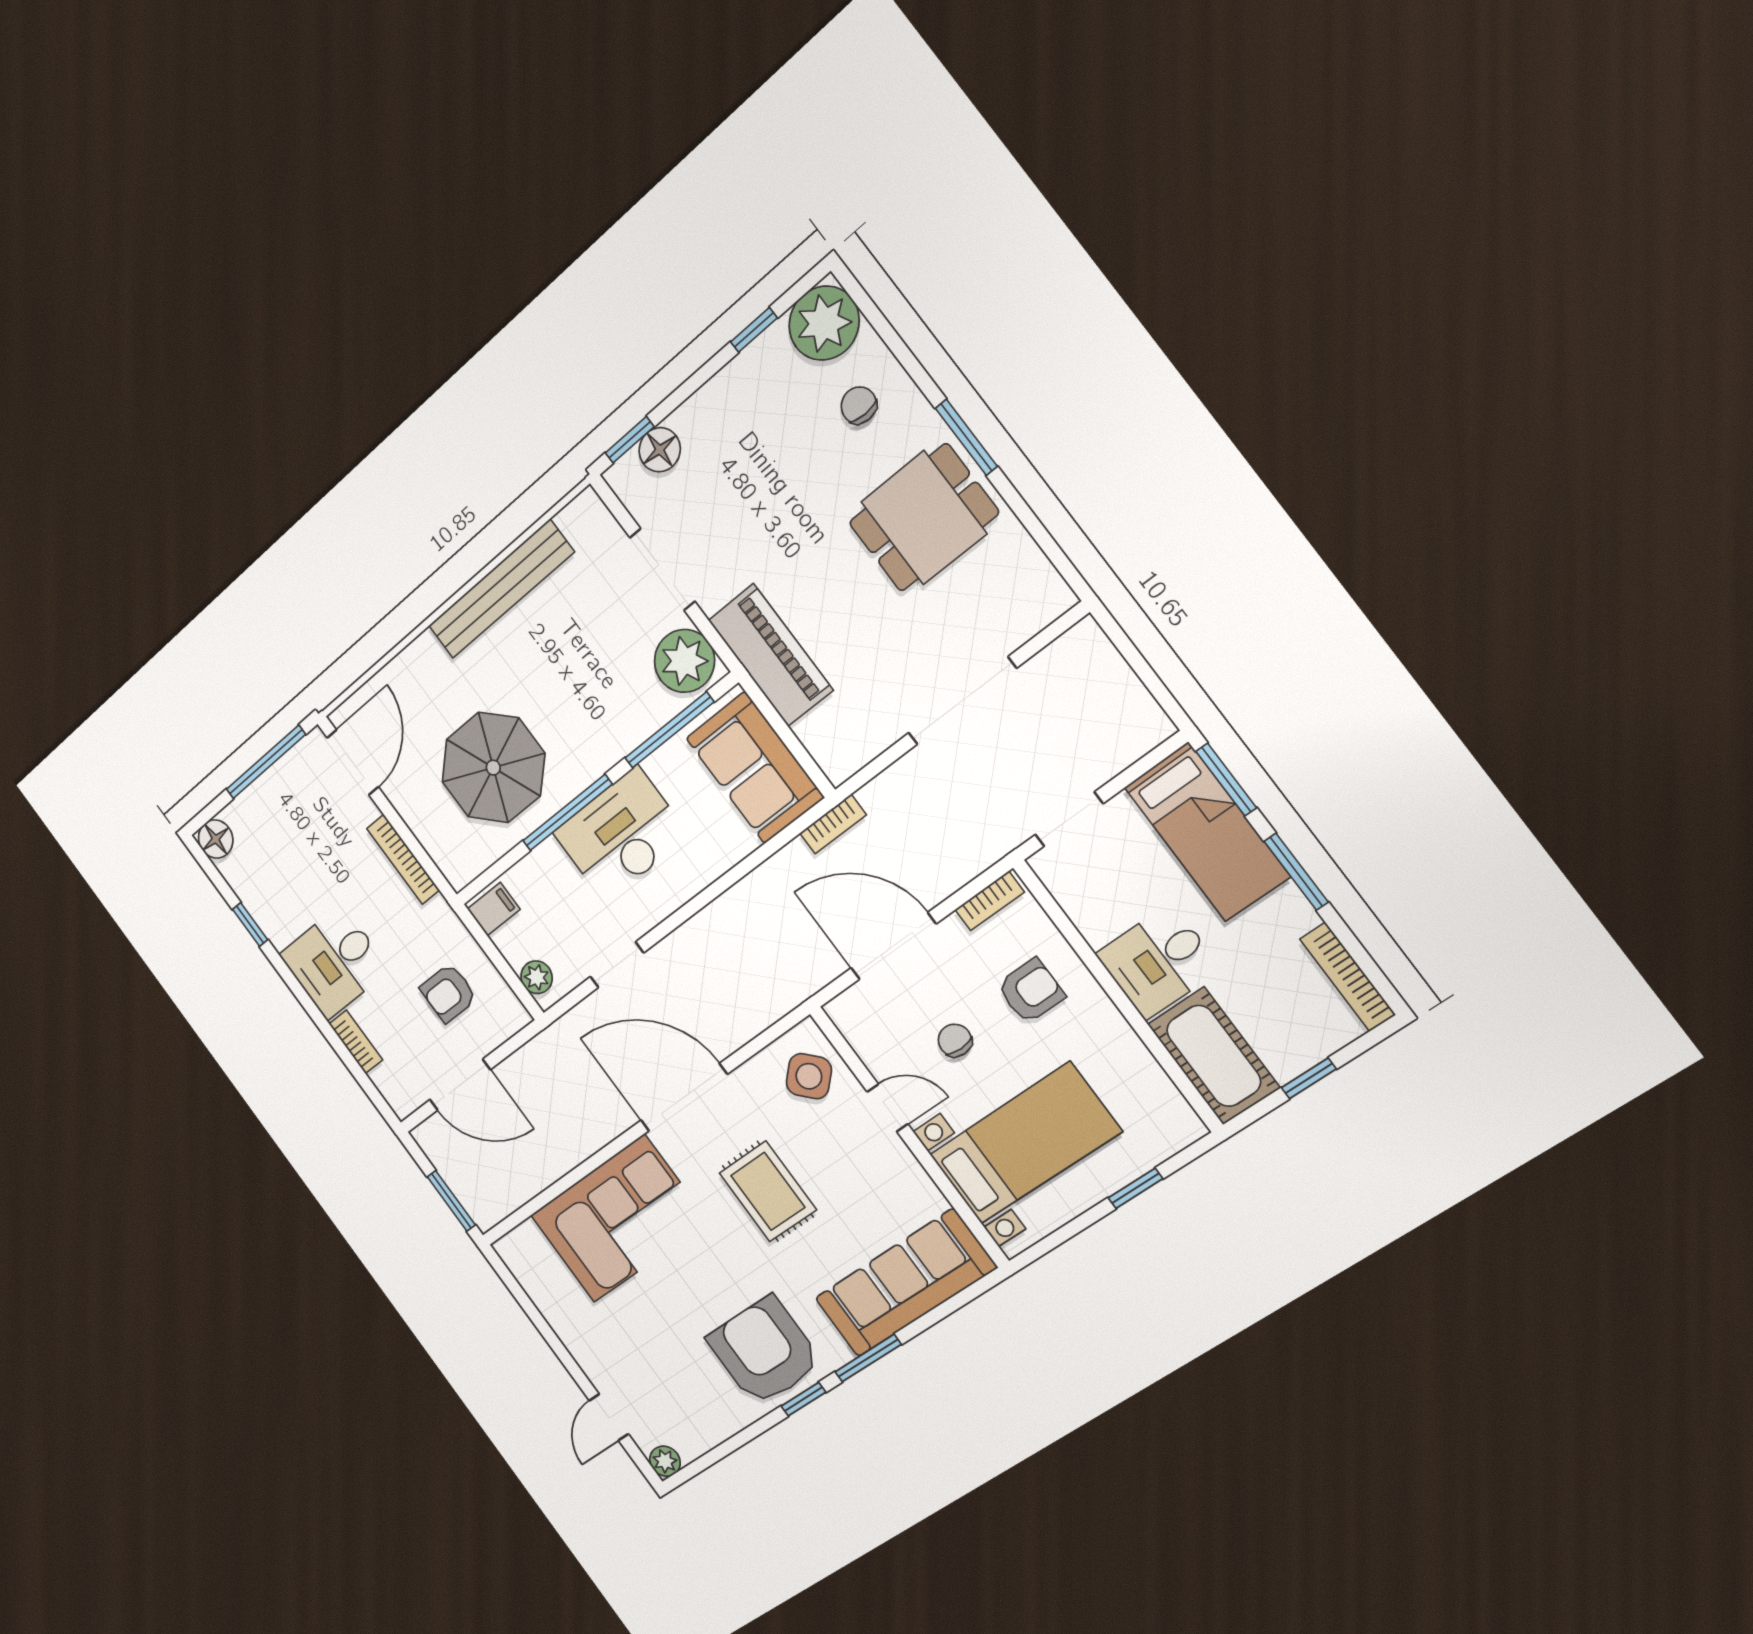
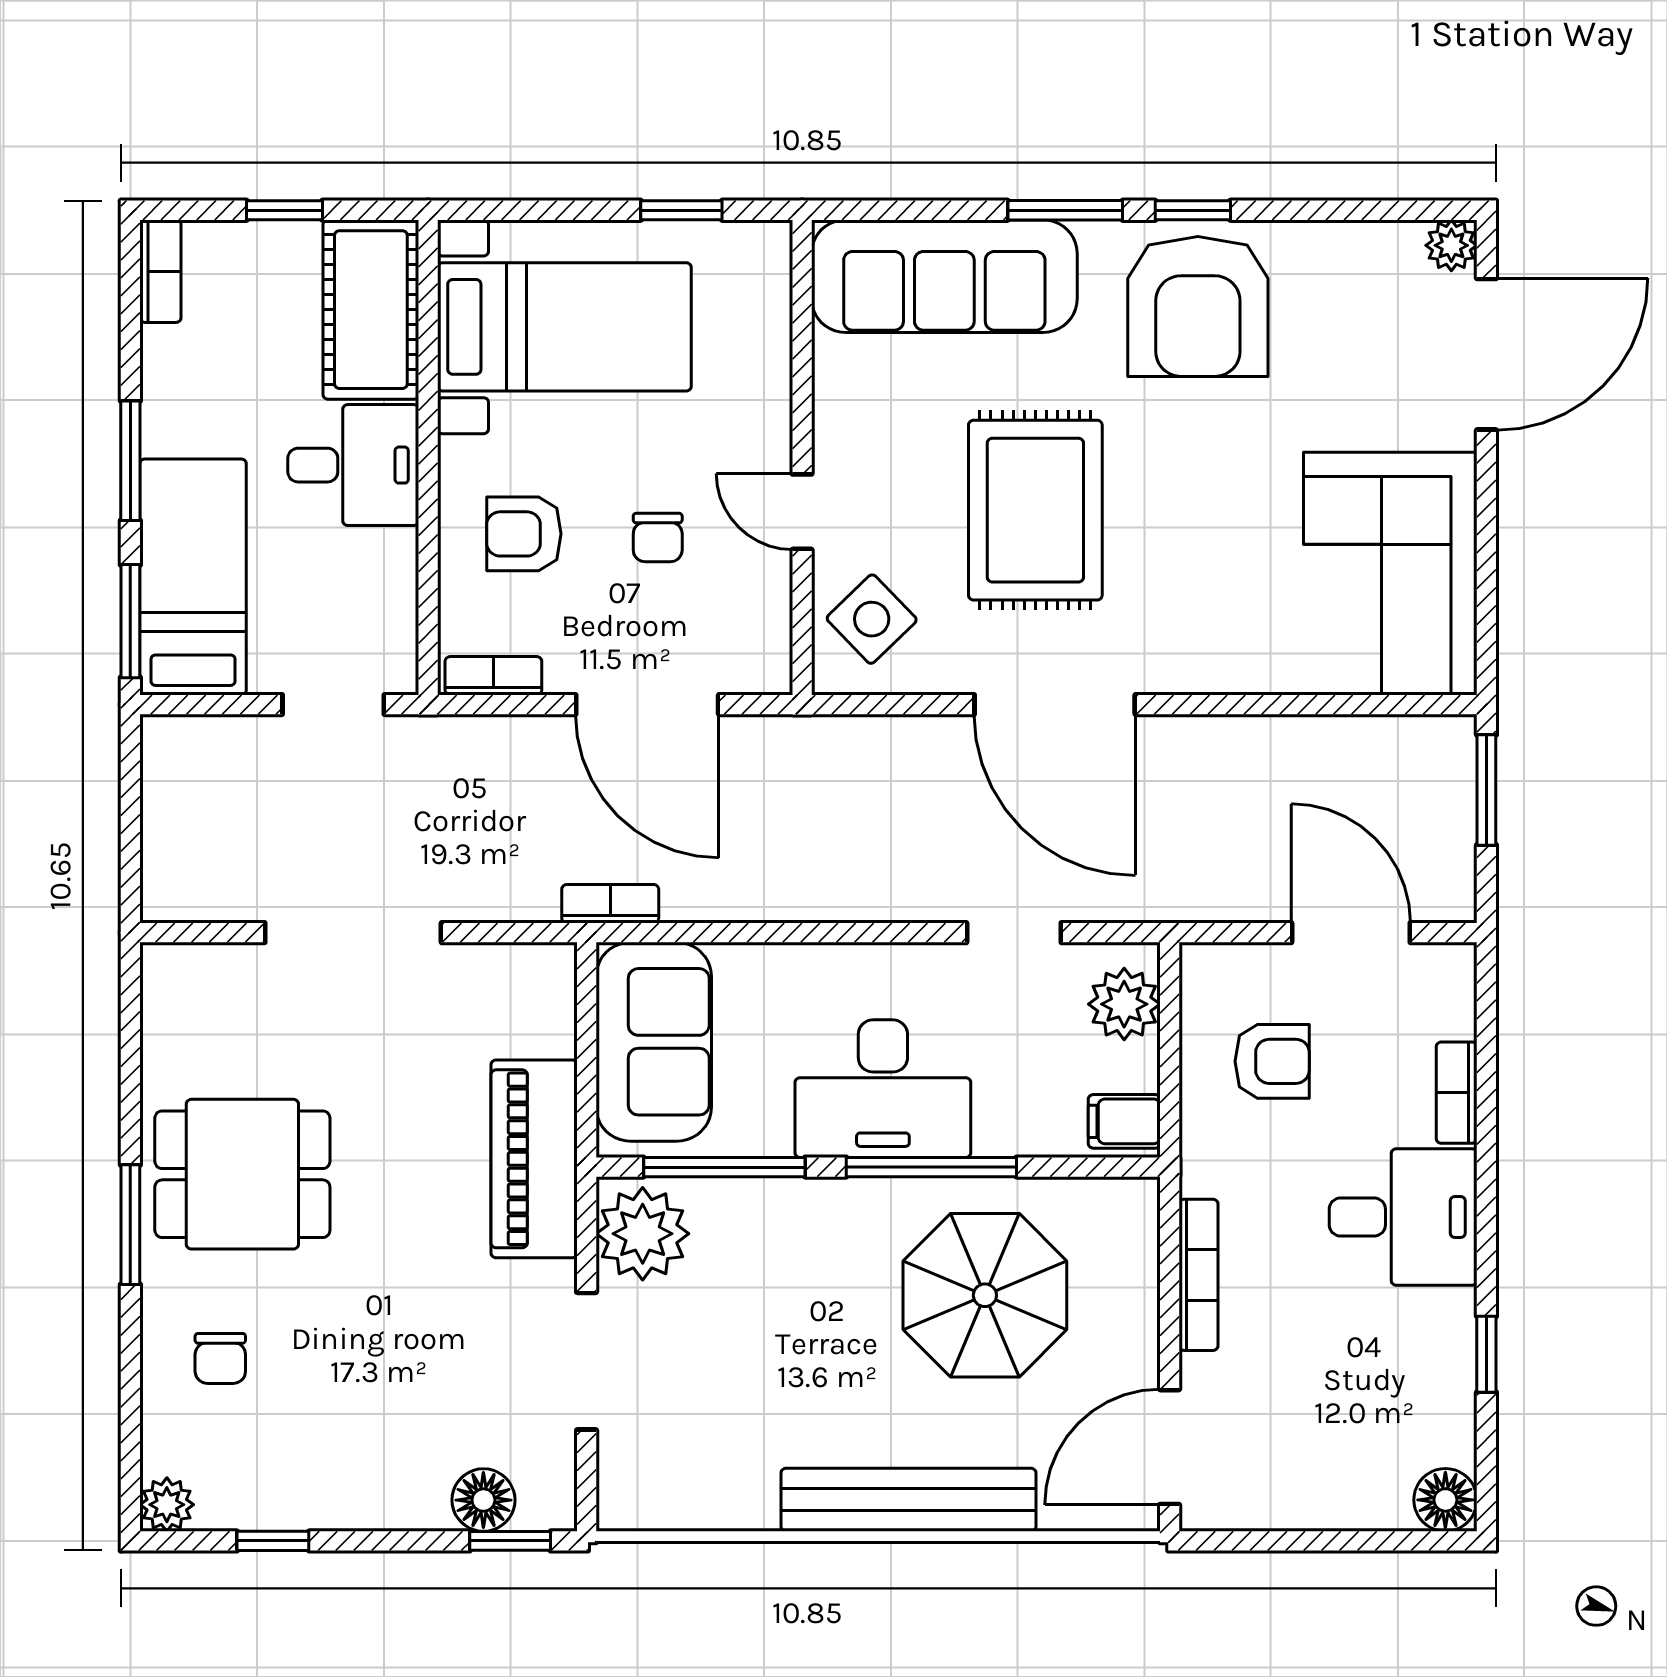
plant: (824, 323) -> (167, 1505), width x0.53, depth x0.53
bench: (501, 589) -> (908, 1500), moved
window: (266, 762) -> (1291, 1541), removed
plant: (537, 977) -> (1124, 1004), width x1.38, depth x1.38
bookcase: (1348, 977) -> (160, 271), width x0.64
bed with nightstands: (1025, 1143) -> (564, 327), moved, turned 180
window: (1135, 1188) -> (681, 210), moved
rug: (768, 1191) -> (1035, 510), width x1.36, depth x1.43
corner sofa: (619, 1219) -> (1390, 574), moved, turned -90
door: (609, 1417) -> (1486, 354), width x1.88

